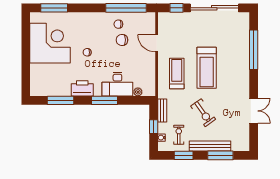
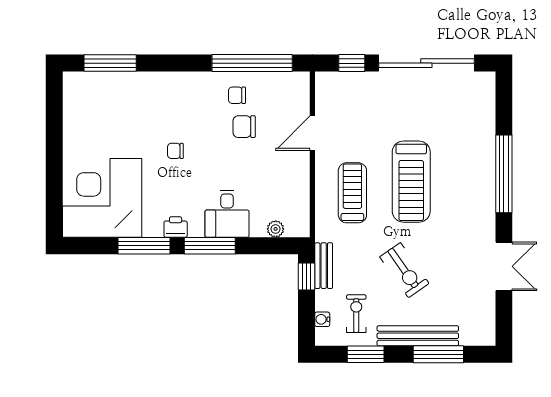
corner desk: (50, 43) -> (102, 198), moved, turned -90
door: (157, 43) -> (312, 133), hinge flipped
window: (254, 50) -> (504, 174), moved
desk: (117, 84) -> (227, 214), width x0.73
printer: (82, 88) -> (176, 227), width x0.53, depth x0.68
window: (61, 100) -> (144, 246), moved
window: (154, 127) -> (307, 276), moved

